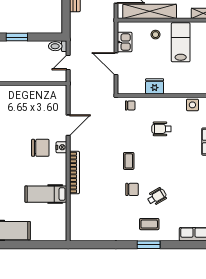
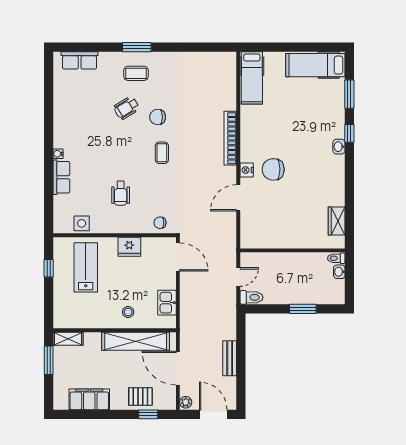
lab bench: (181, 42) -> (86, 267), moved, turned 180
door: (116, 64) -> (178, 257), moved
wheelchair: (162, 129) -> (121, 193), turned 90
hospital bed: (46, 194) -> (252, 78), moved, turned 90

